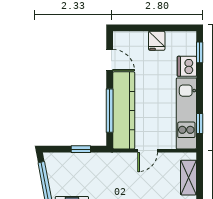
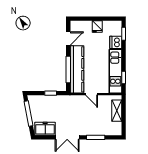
door: (110, 60) -> (68, 38), hinge flipped
door: (148, 151) -> (92, 94), hinge flipped

